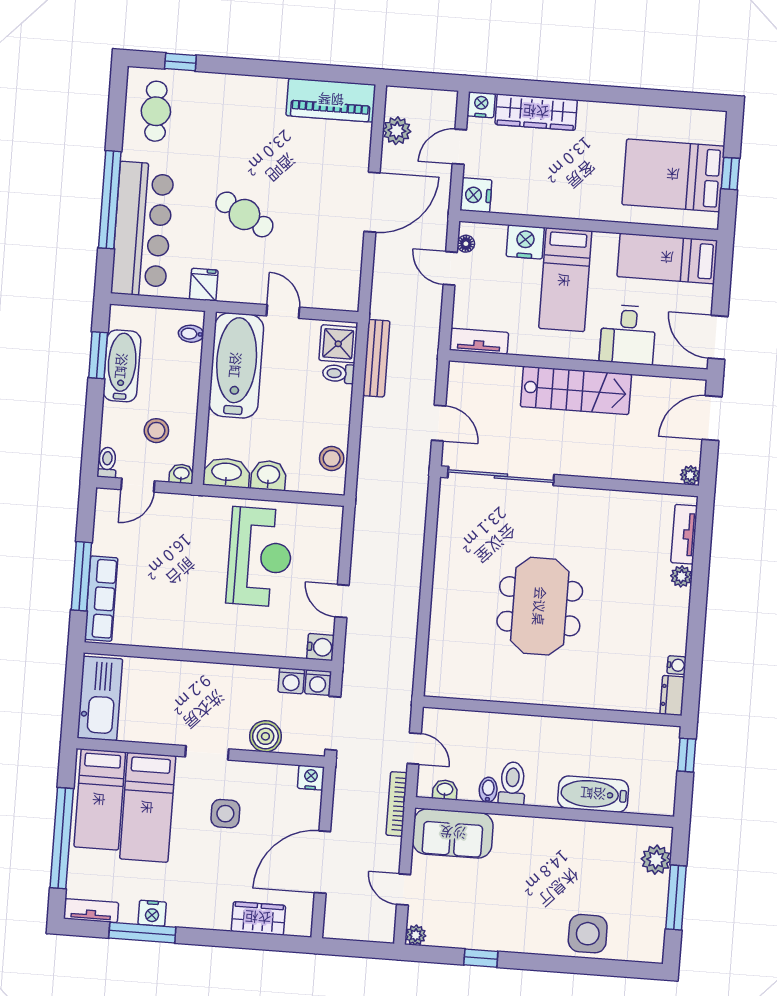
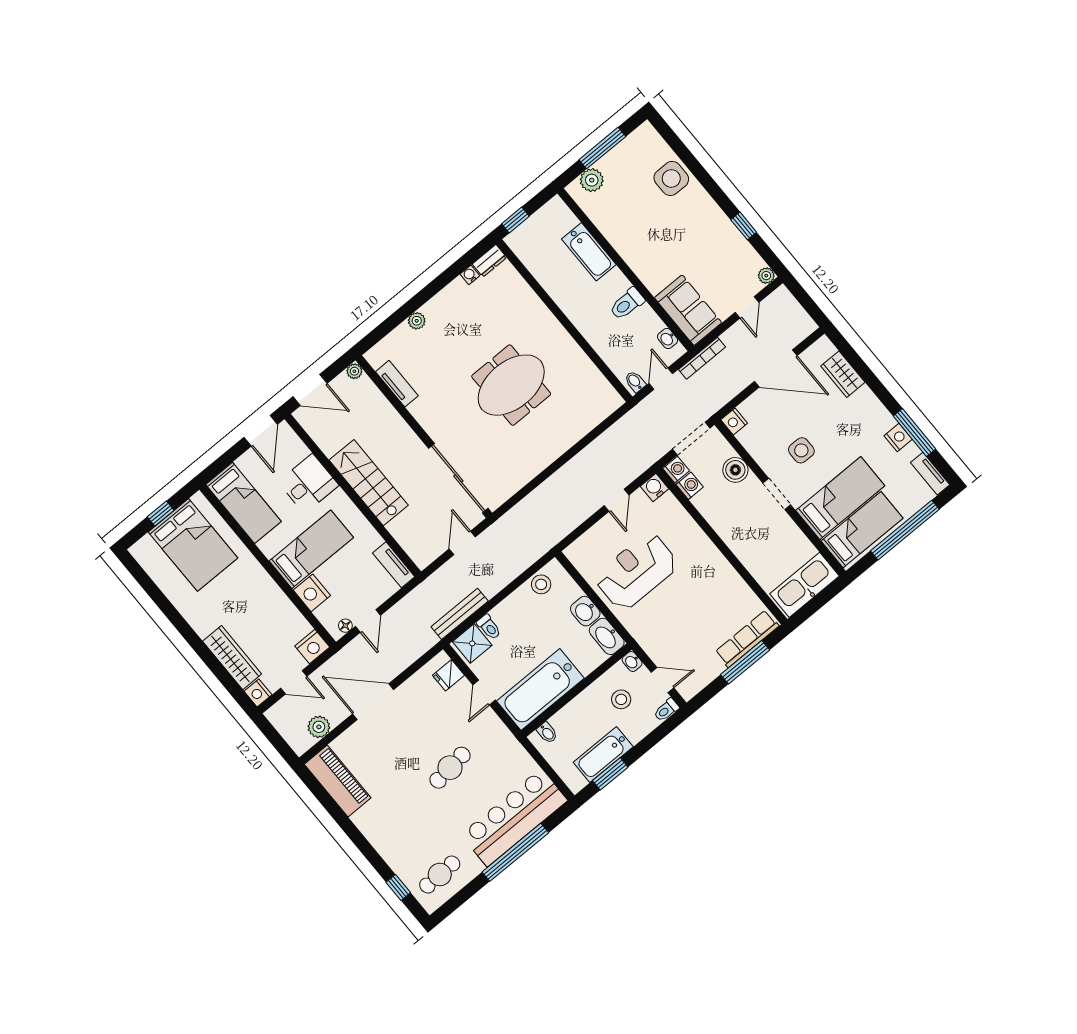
cafe table: (244, 214) -> (450, 768), turned 54
fridge: (204, 285) -> (449, 675), moved
tv unit: (684, 534) -> (397, 384), moved, turned -90
bidet: (488, 790) -> (635, 382), moved, turned 90

